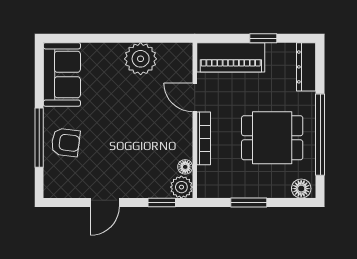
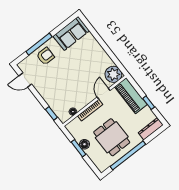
plant: (141, 59) -> (113, 74), moved
armchair: (66, 142) -> (45, 56), turned -97
plant: (181, 187) -> (64, 116), removed
floor lamp: (301, 189) -> (84, 144), moved
door: (105, 203) -> (25, 80), moved

